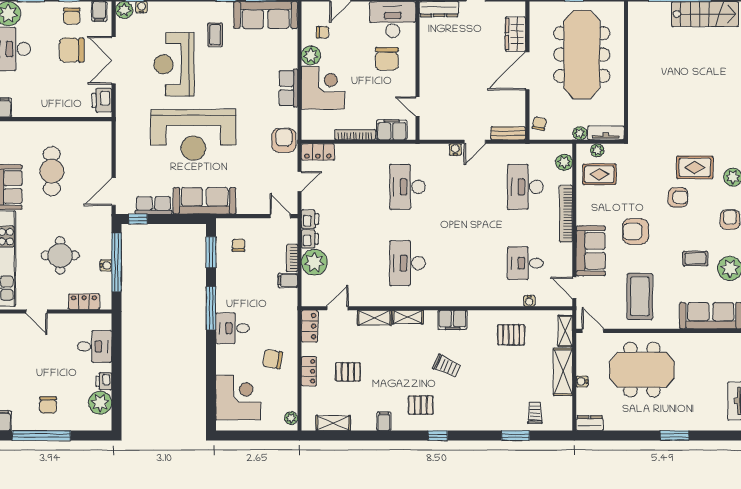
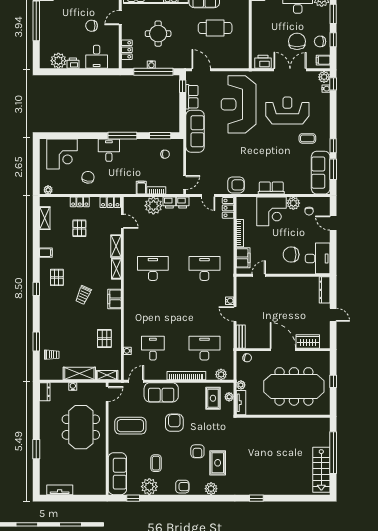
reception desk: (193, 135) -> (239, 104), moved
chair: (48, 405) -> (92, 26), moved

